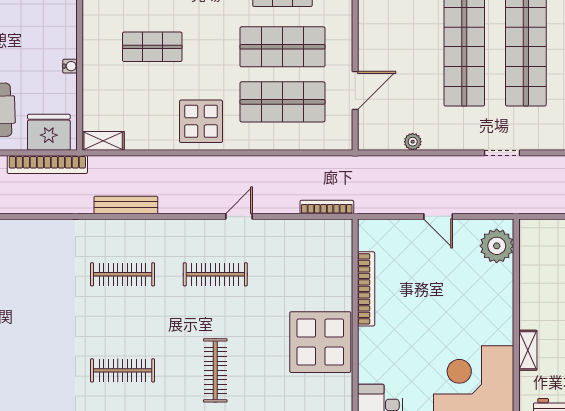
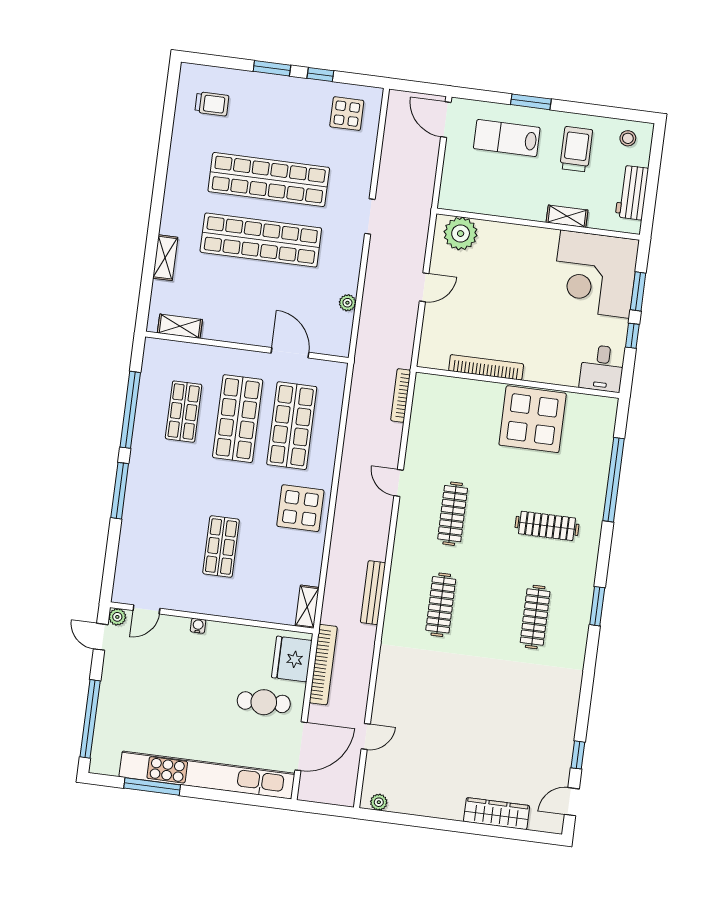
water cooler: (70, 66) -> (198, 626), moved

